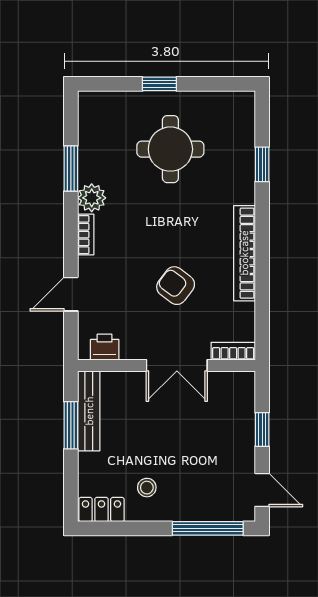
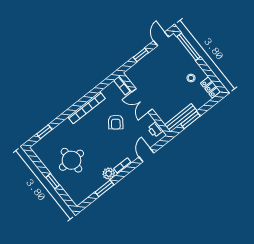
window: (262, 164) -> (44, 132), moved
door: (71, 294) -> (146, 155), swing flipped
double door: (177, 365) -> (142, 100), swing flipped

